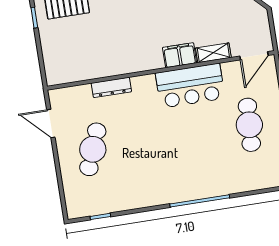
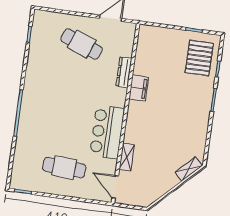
filing cabinet: (180, 55) -> (139, 88), moved

